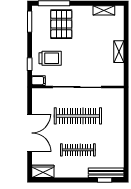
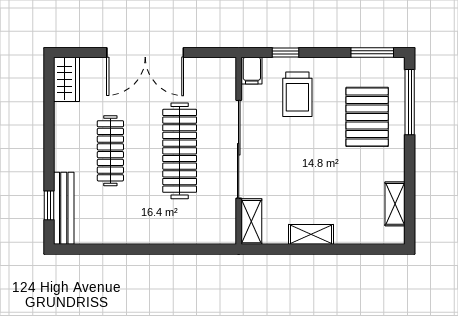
pallet: (61, 24) -> (367, 117), turned 90
shelving: (113, 81) -> (251, 222), added

